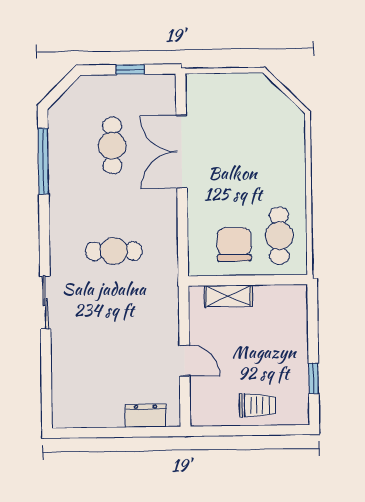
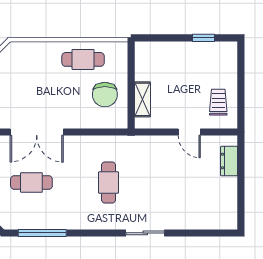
cafe table: (279, 236) -> (83, 59), moved
chair: (234, 244) -> (105, 95), turned -90
door: (185, 361) -> (189, 132), swing flipped
trolley: (258, 405) -> (218, 102), moved

